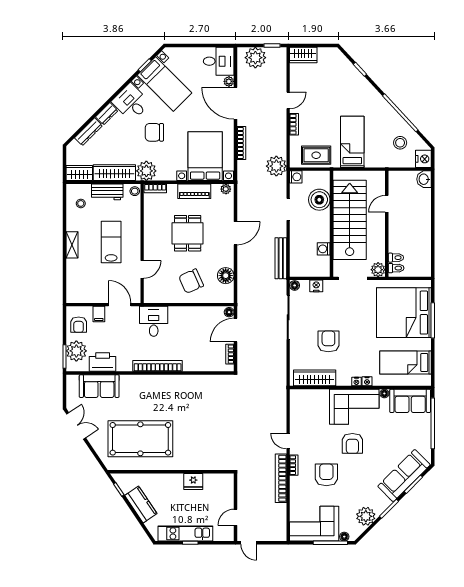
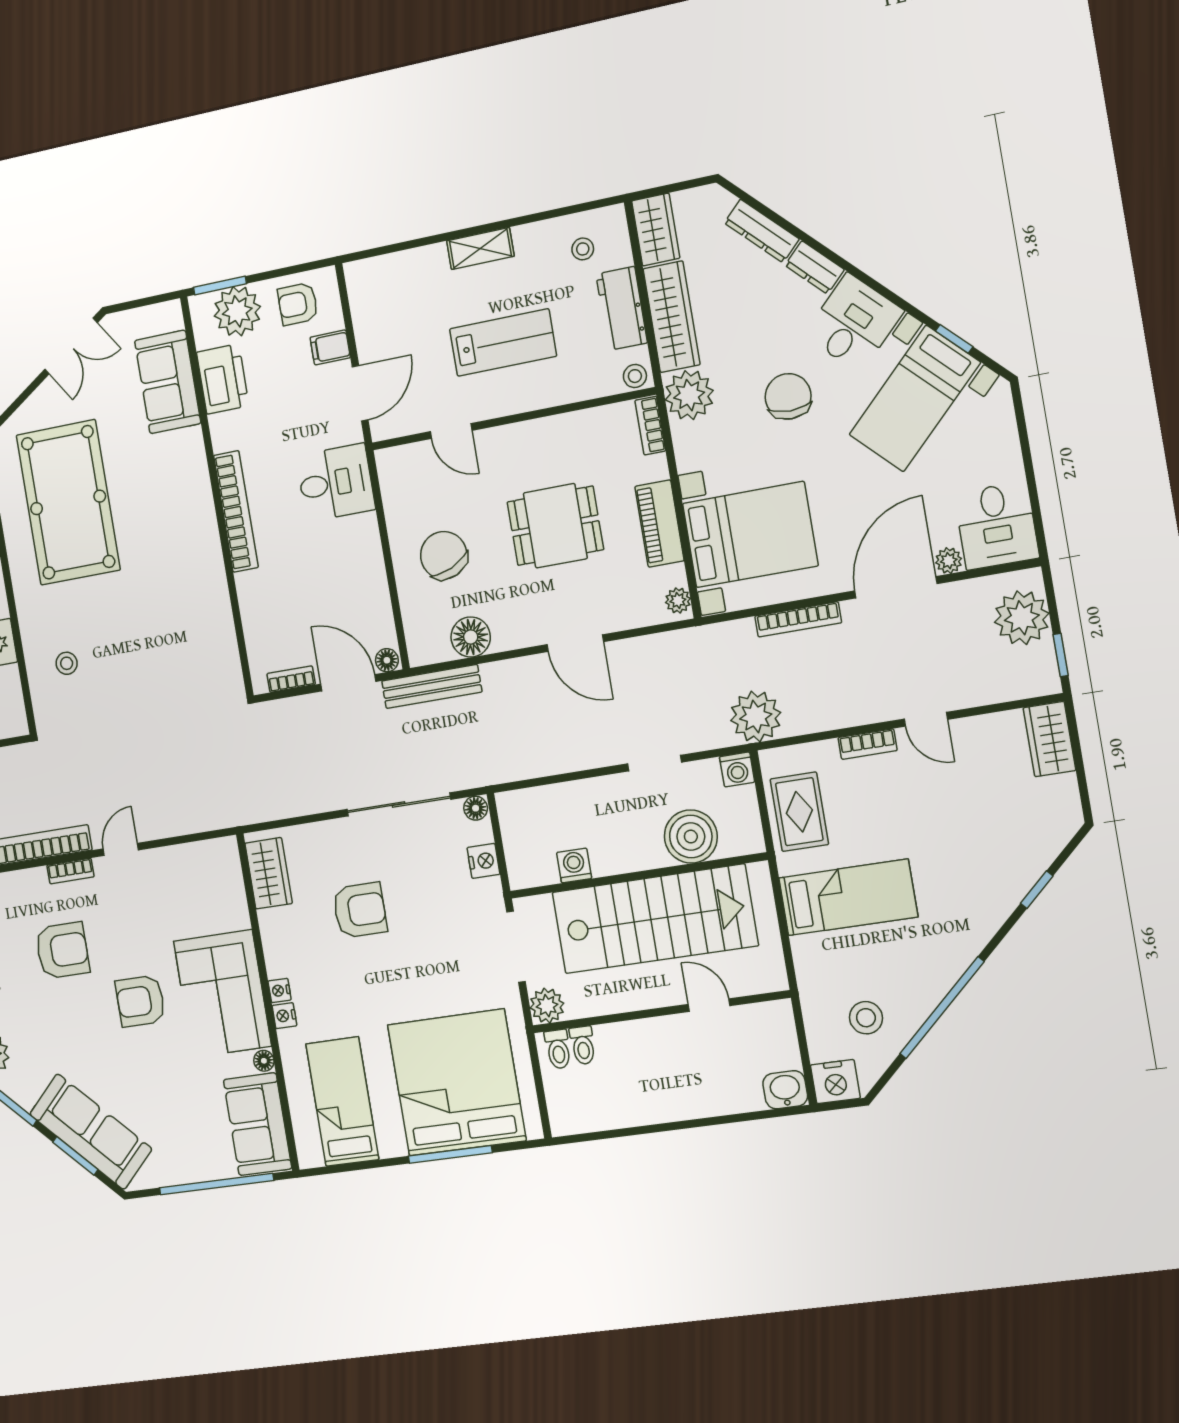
bench: (281, 258) -> (432, 686), moved
wardrobe: (315, 378) -> (269, 873), width x0.67
stool: (207, 451) -> (67, 663), added

